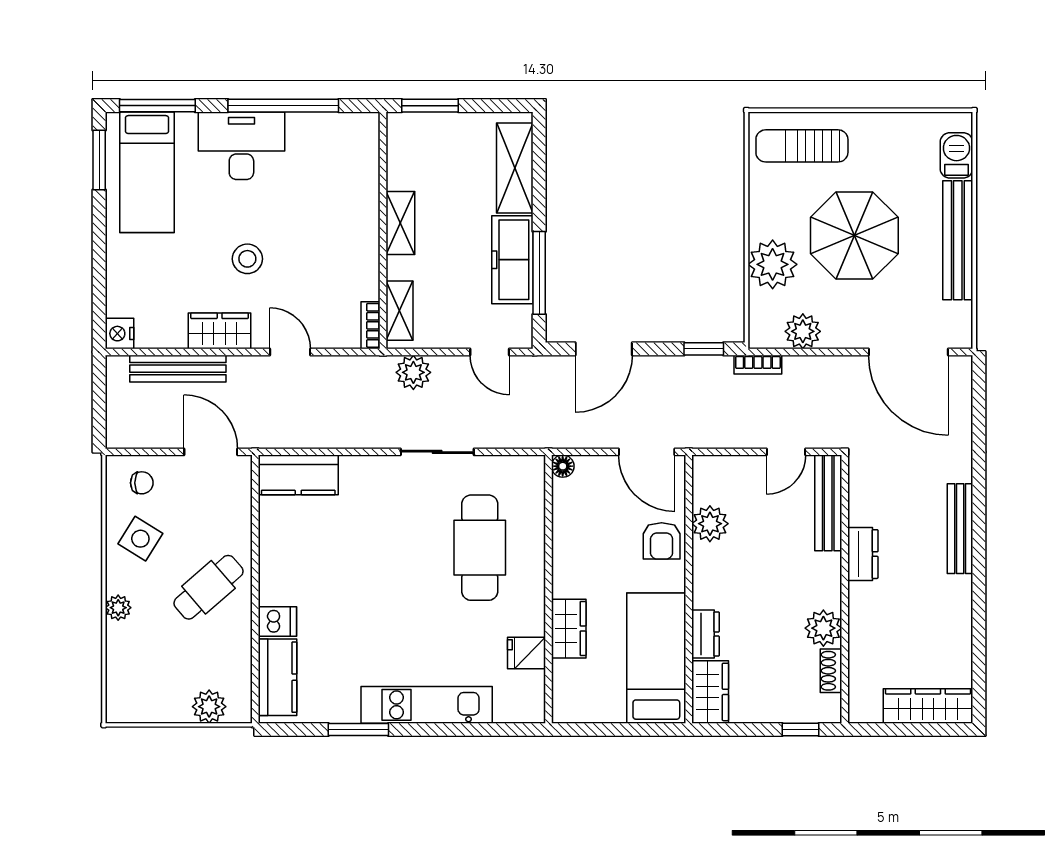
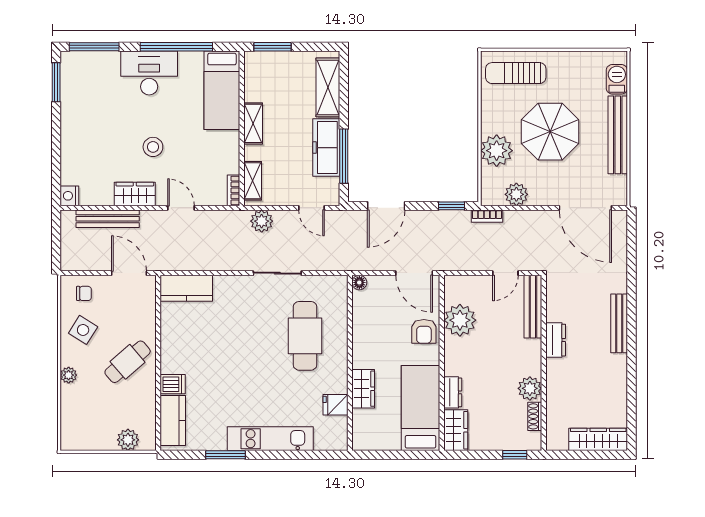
bed: (147, 172) -> (222, 90), moved
plant: (710, 524) -> (460, 320), width x1.36, depth x1.36

